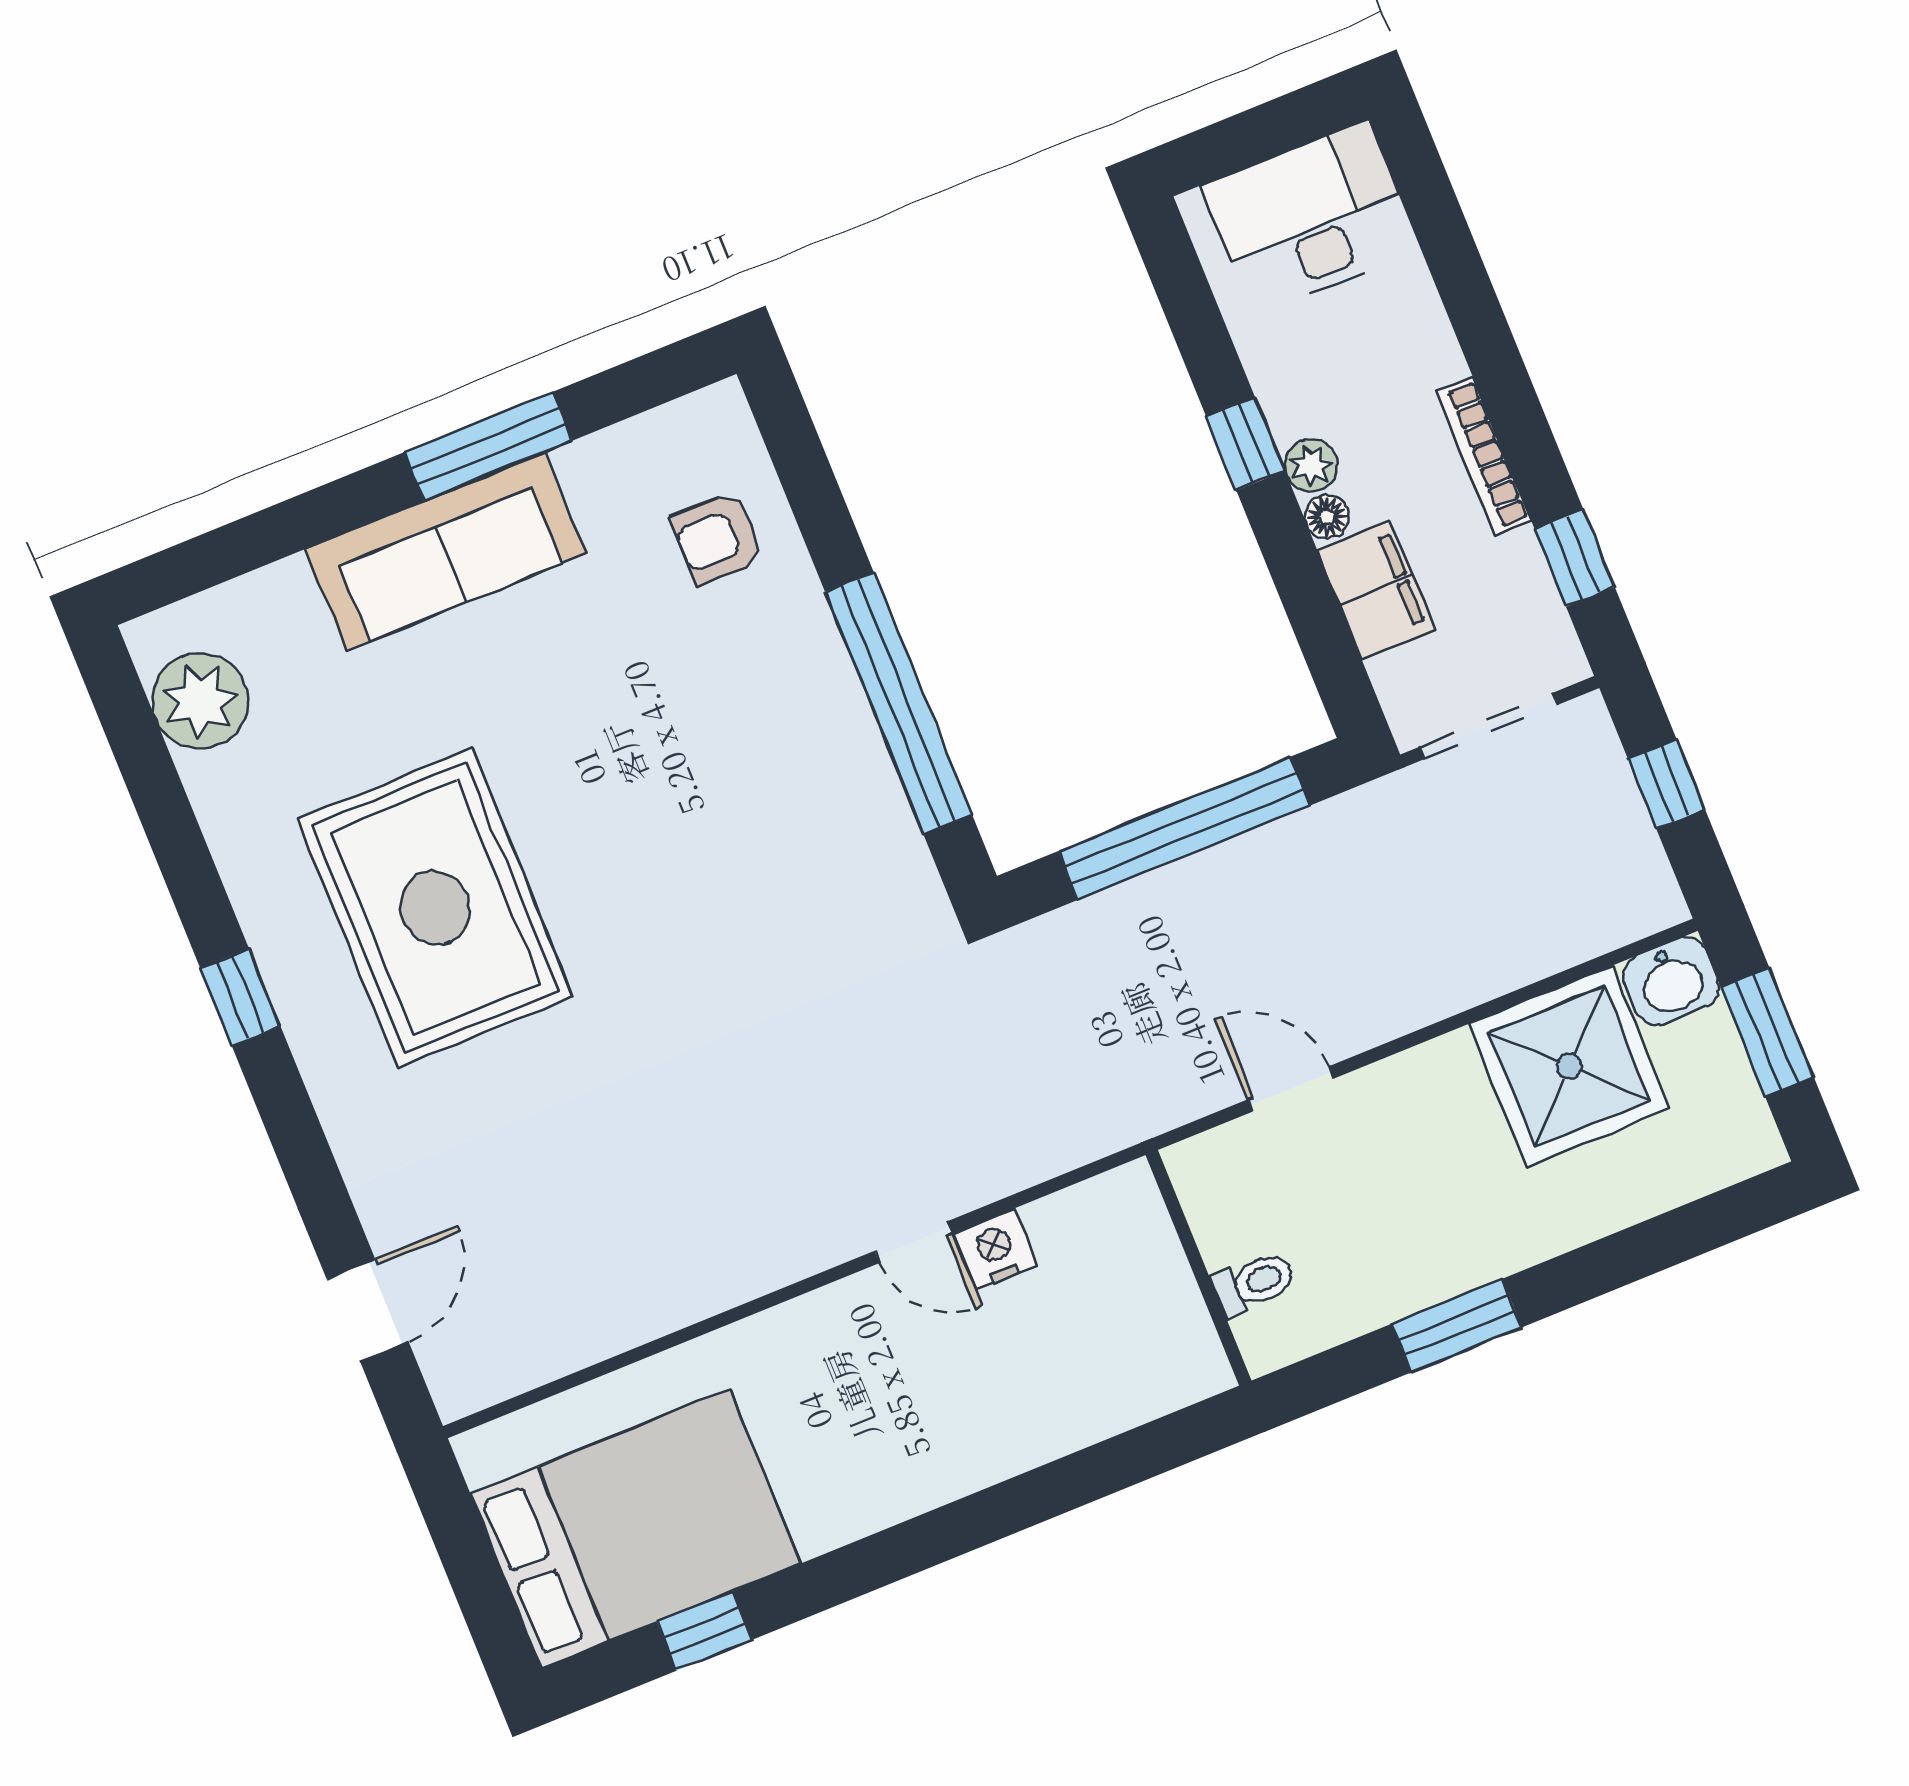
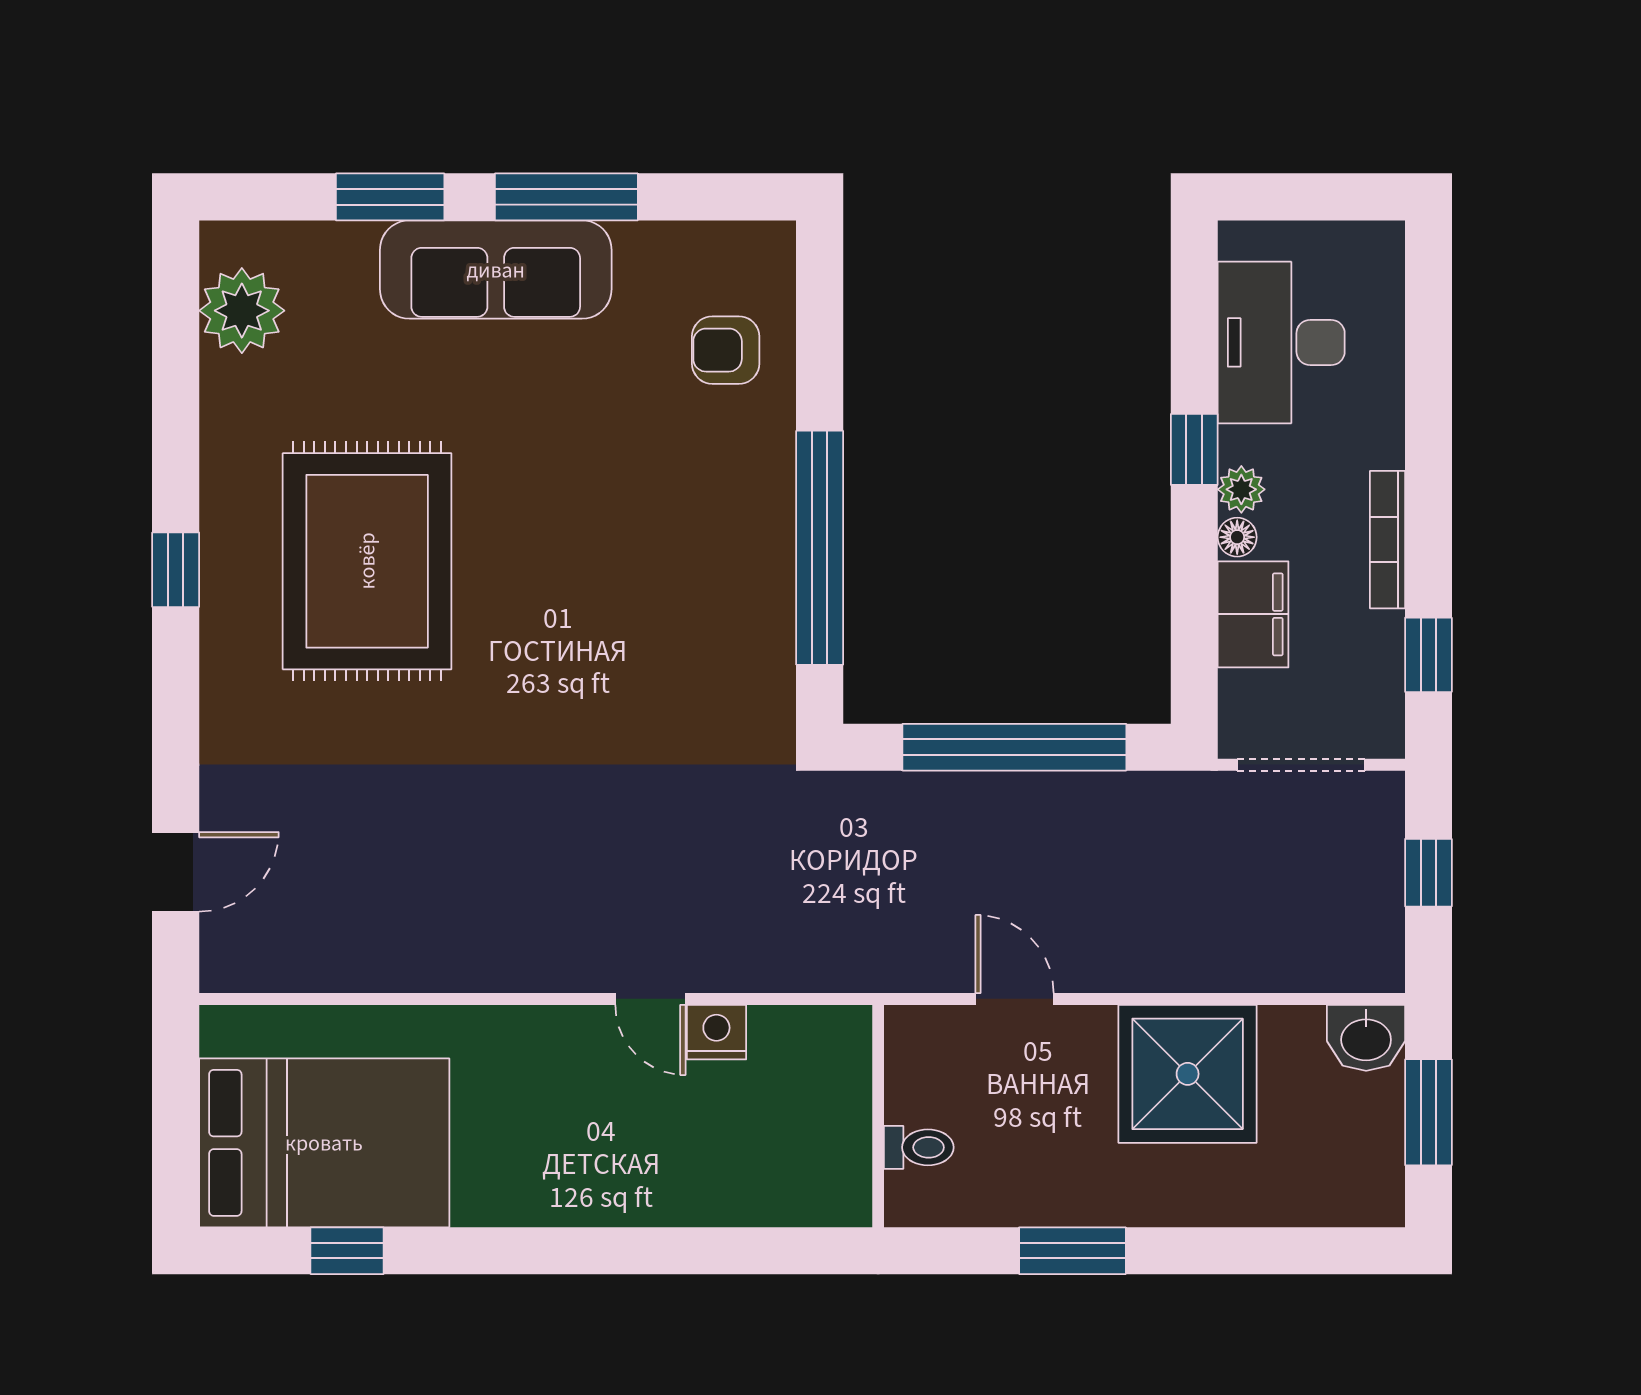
desk: (1311, 217) -> (1281, 342), moved, turned -90
window: (306, 520) -> (390, 197), added
shower: (1570, 1066) -> (1188, 1074), moved

